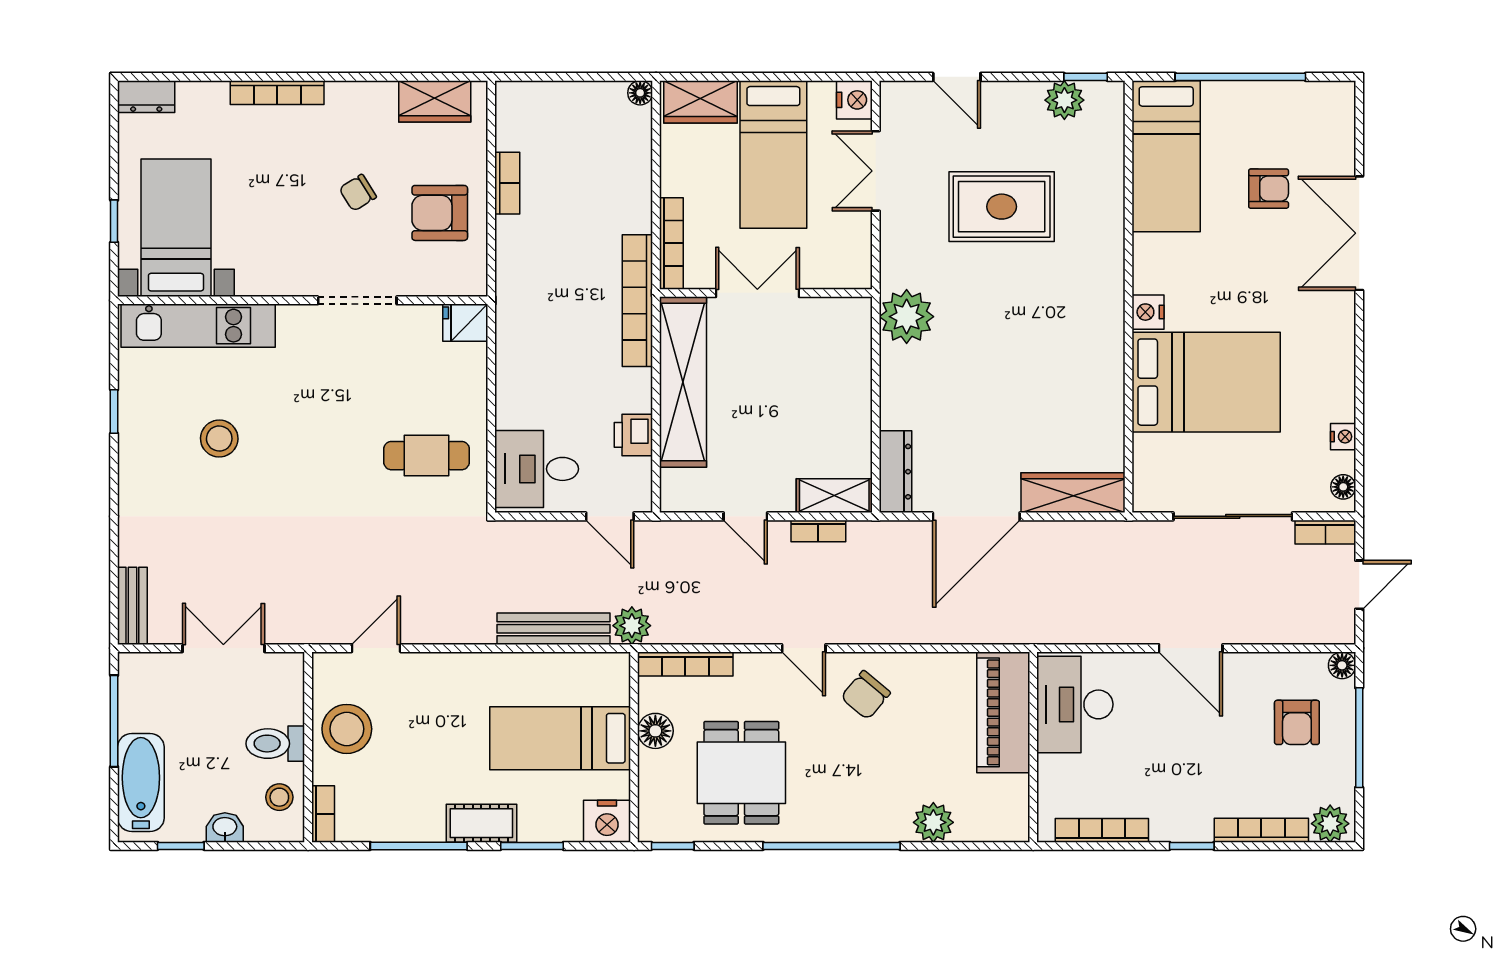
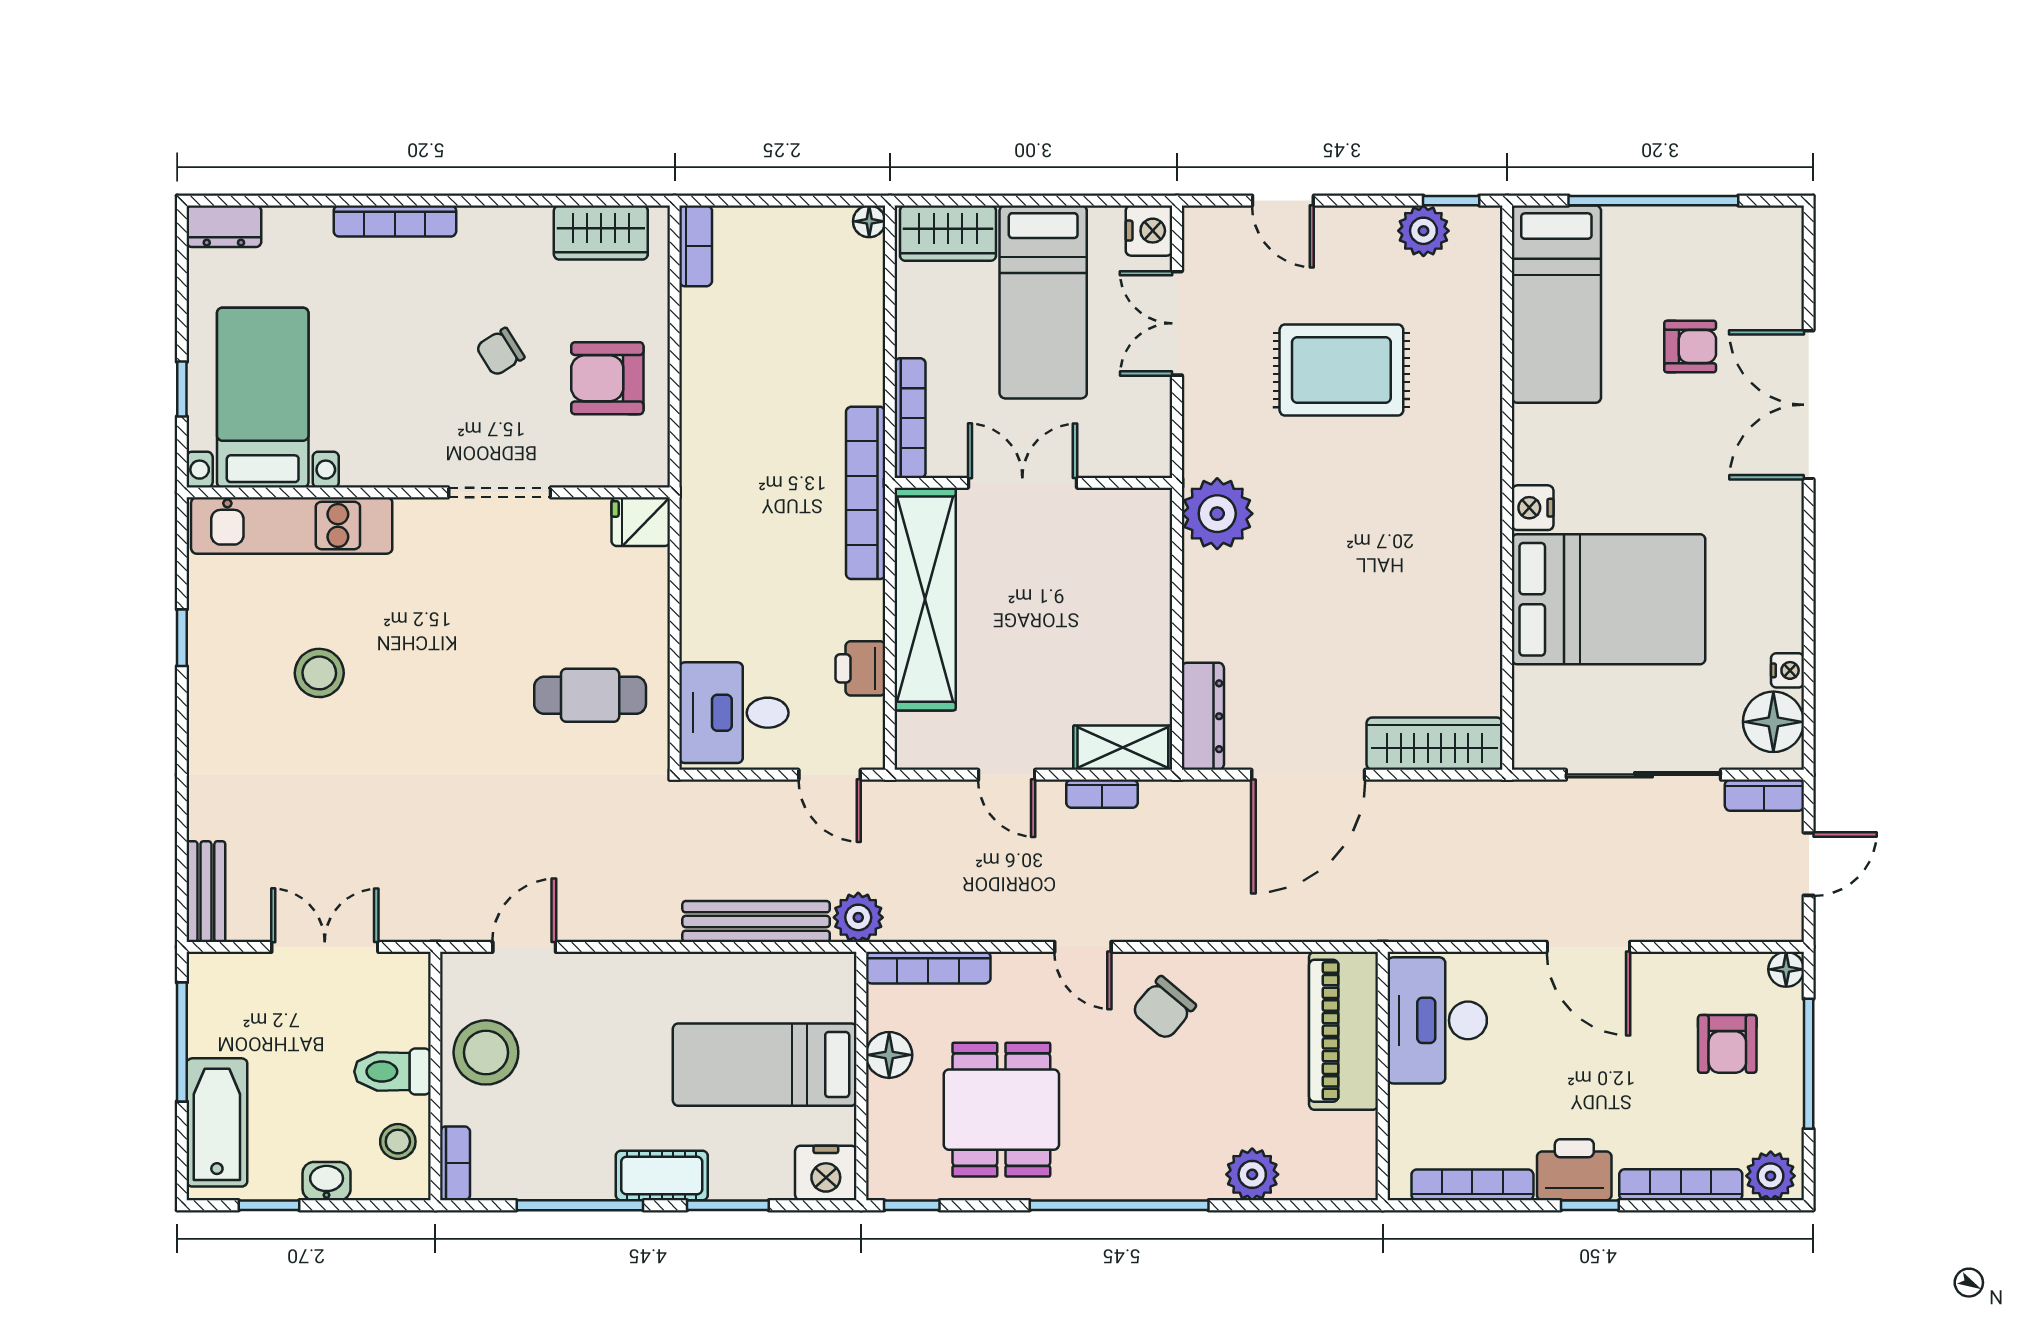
bookcase: (507, 183) -> (696, 246), moved
floor lamp: (1343, 487) -> (1773, 722), width x1.89, depth x1.89
printer: (1180, 819) -> (1574, 1170), added

